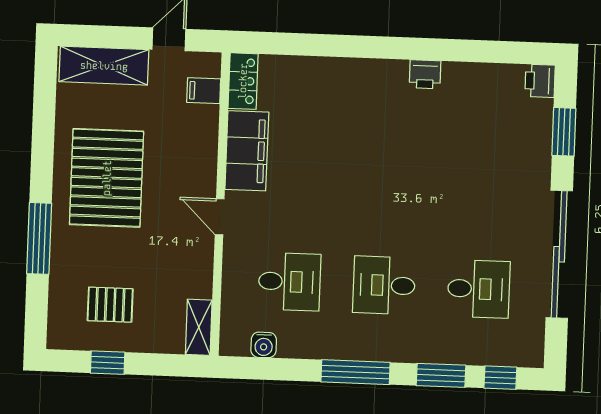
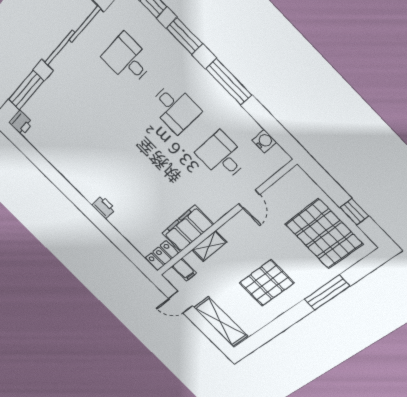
printer: (425, 74) -> (104, 207), moved
window: (564, 132) -> (26, 90), width x1.44
pallet: (107, 178) -> (266, 283), width x0.73, depth x0.71
door: (220, 217) -> (249, 199), moved
pallet: (110, 305) -> (324, 234), width x2.05, depth x2.00
shelving: (199, 327) -> (209, 246), moved

